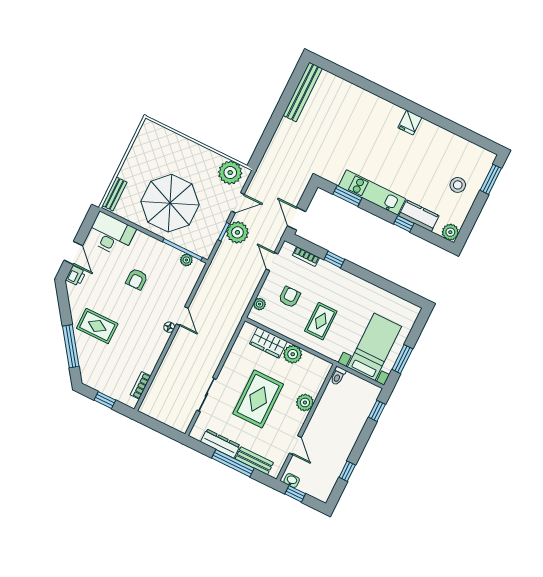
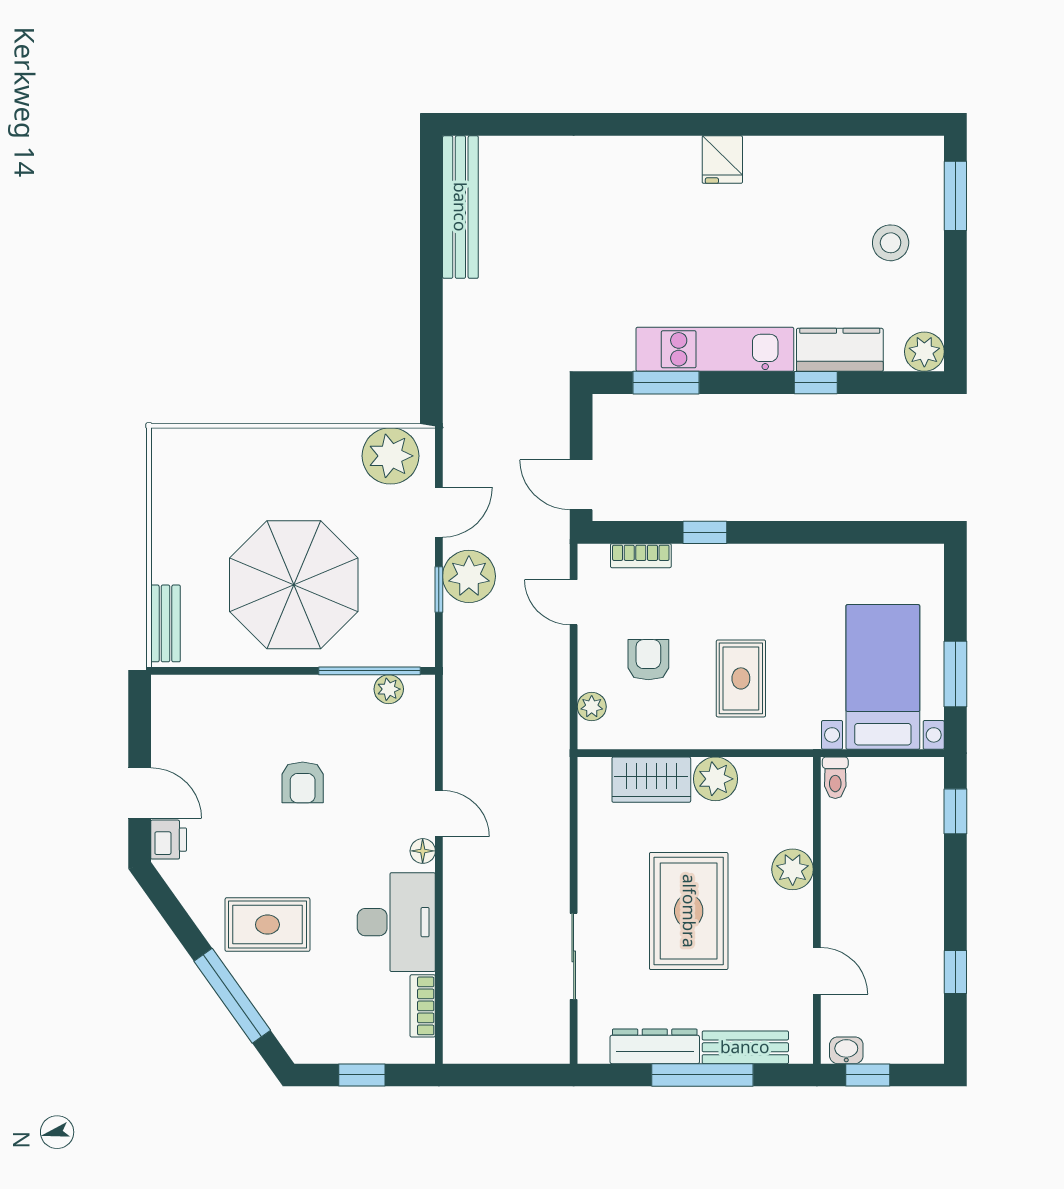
desk: (111, 234) -> (396, 922), moved, turned 90

